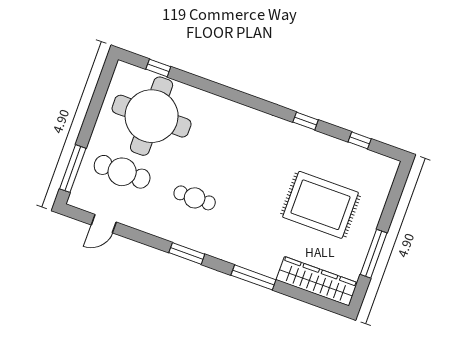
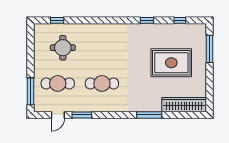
round table: (152, 116) -> (63, 48), width x0.54, depth x0.54
cafe table: (195, 198) -> (102, 83), width x1.37, depth x1.35
window: (187, 253) -> (82, 115), moved
window: (374, 254) -> (209, 49), moved

